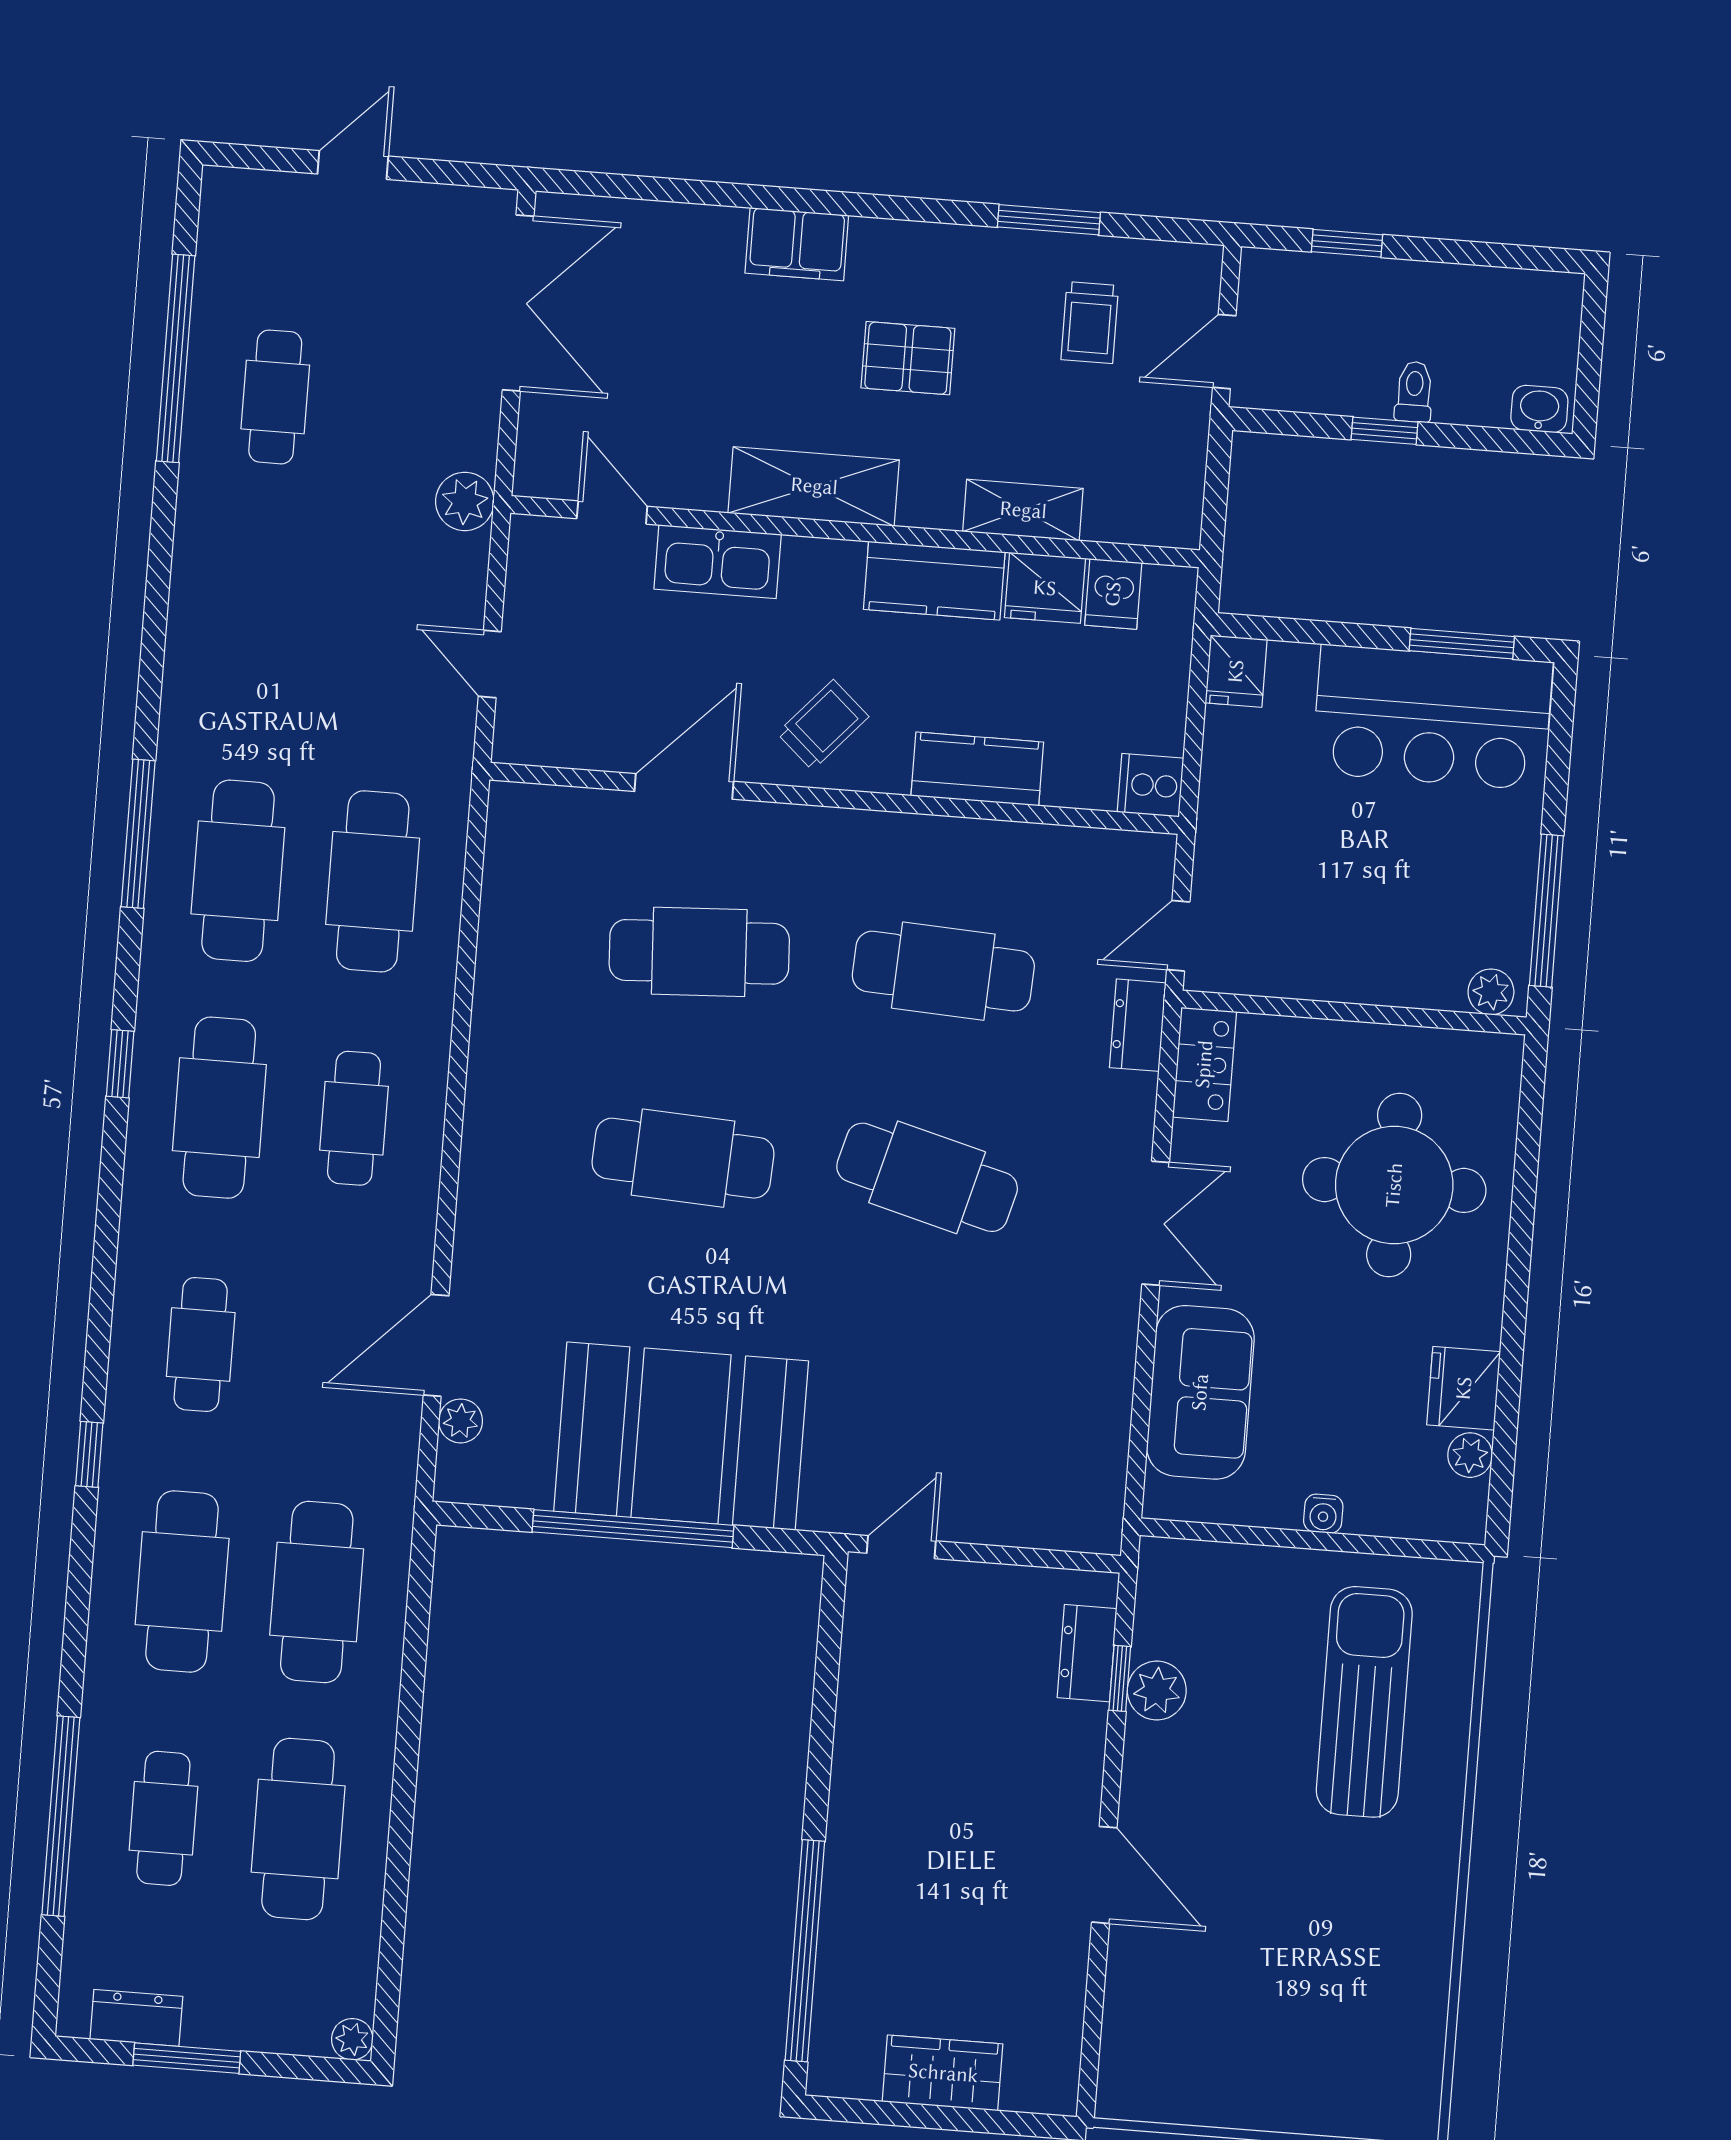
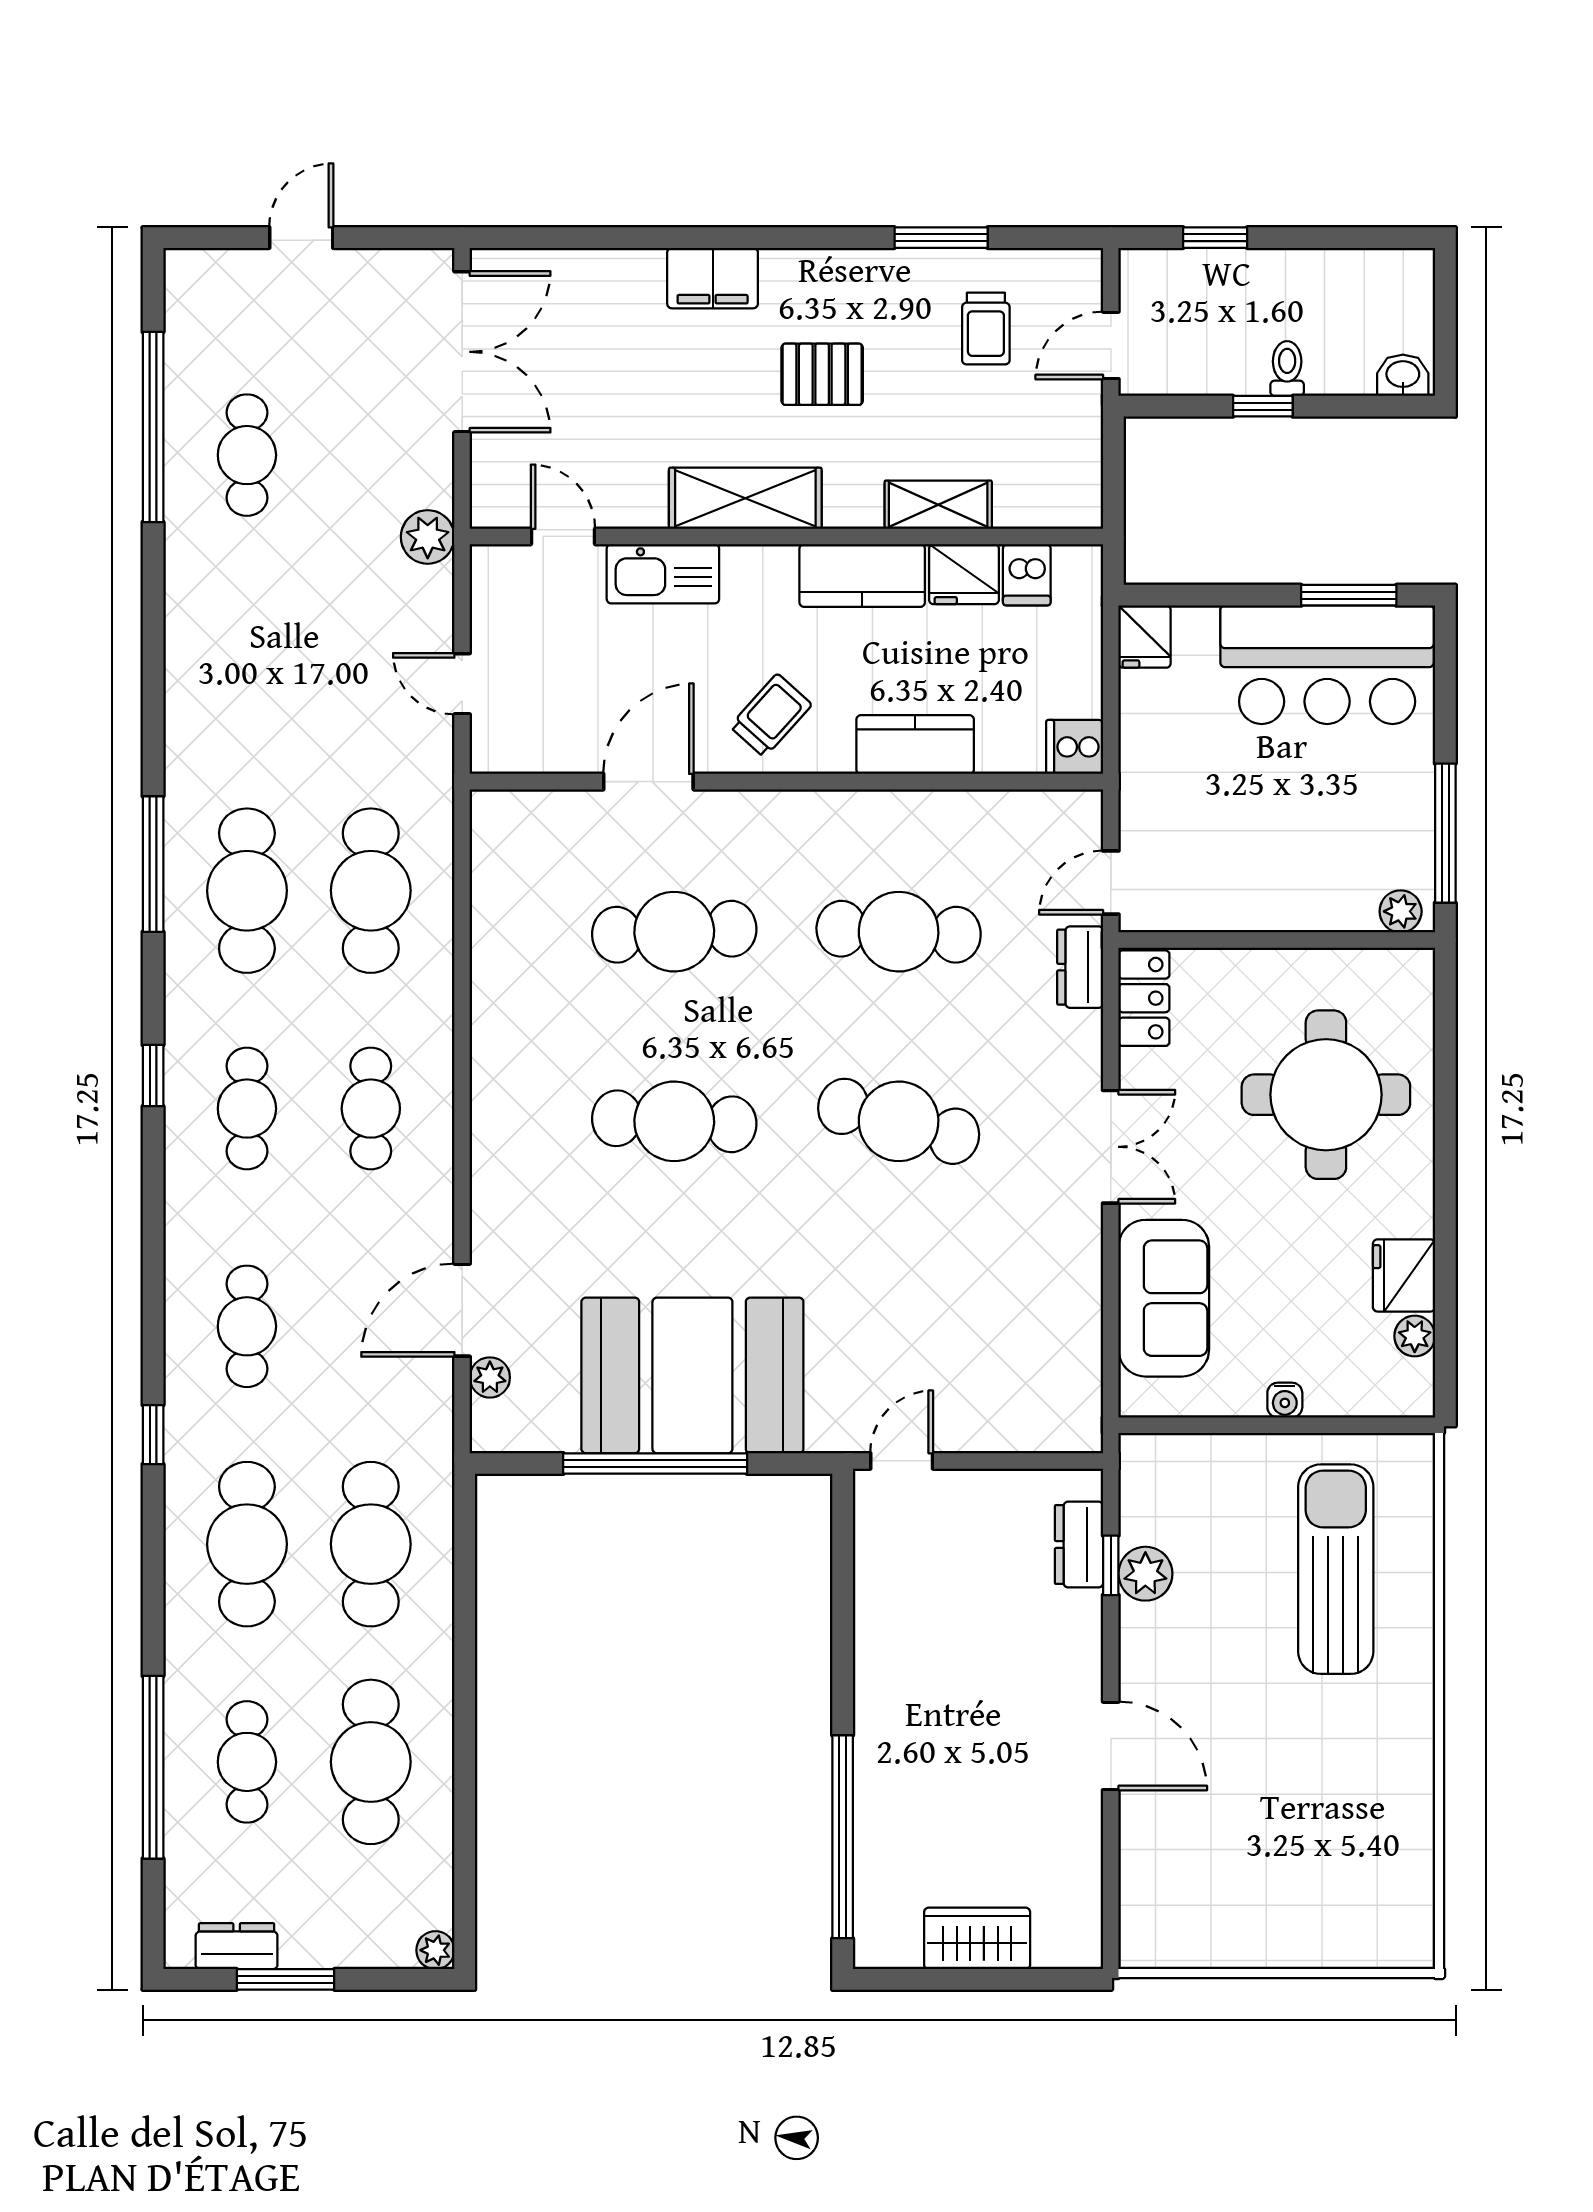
cafe table: (219, 1108) -> (247, 1109), width x0.73, depth x0.74

